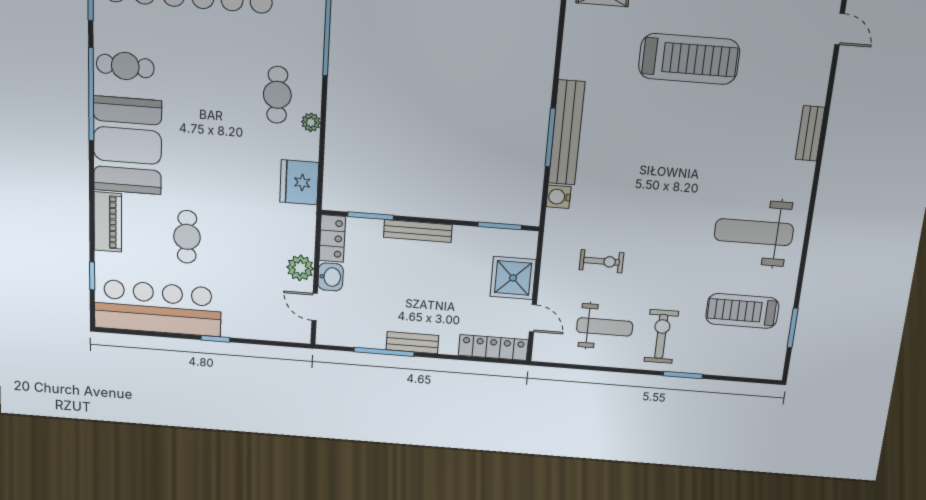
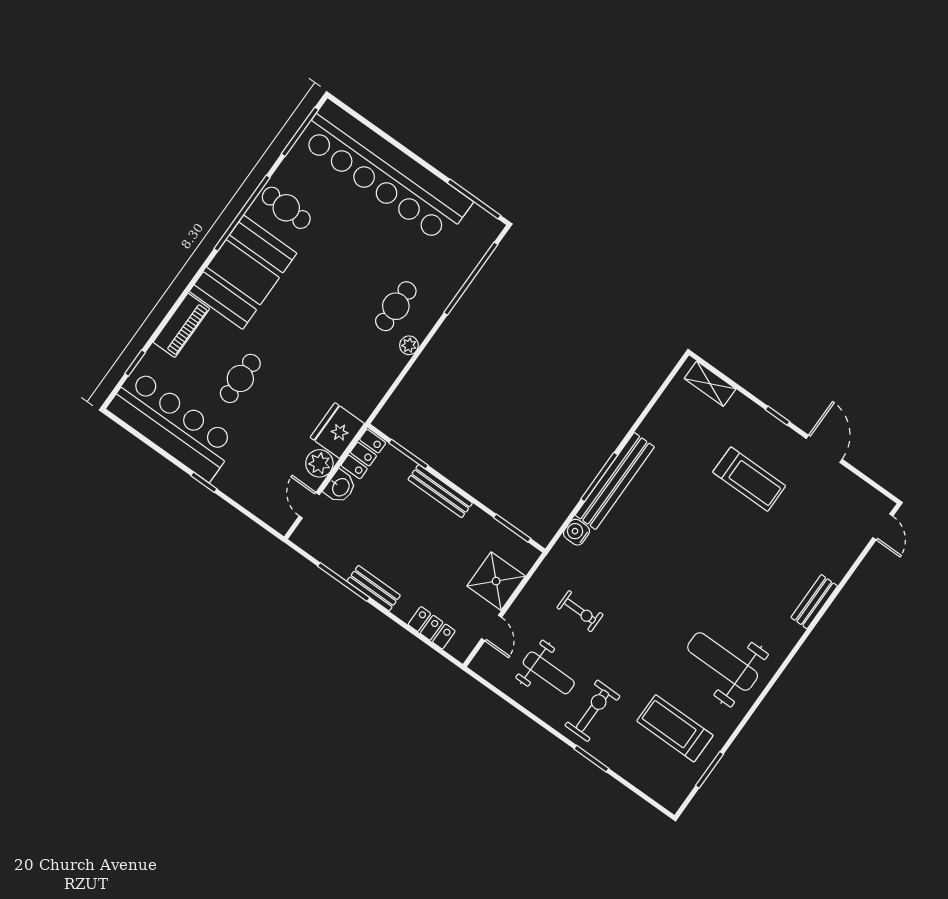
treadmill: (689, 59) -> (749, 479), width x0.73, depth x0.73
fridge: (299, 182) -> (337, 431), moved
locker: (493, 348) -> (432, 628), width x0.66

